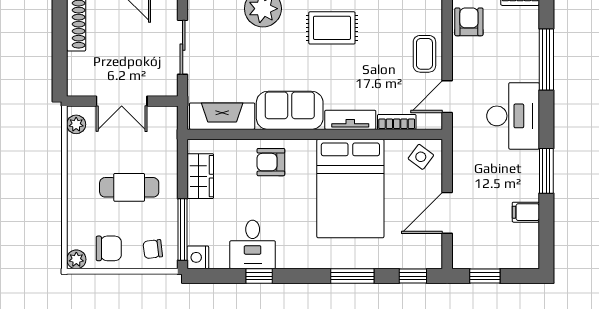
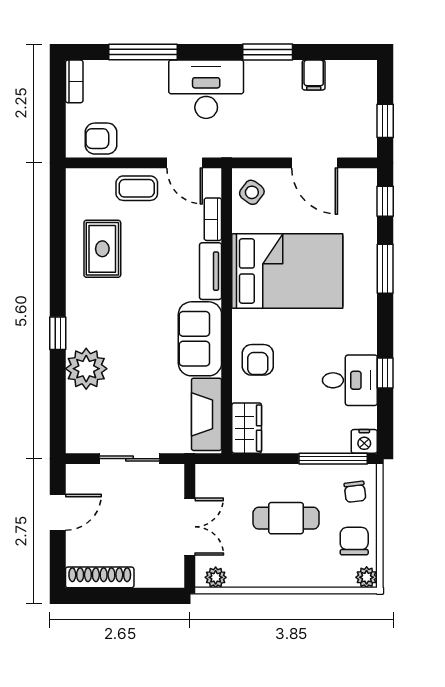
rug: (332, 28) -> (102, 249), moved
wardrobe: (200, 176) -> (247, 428), moved, turned 90
cafe table: (129, 187) -> (286, 518), turned 90

